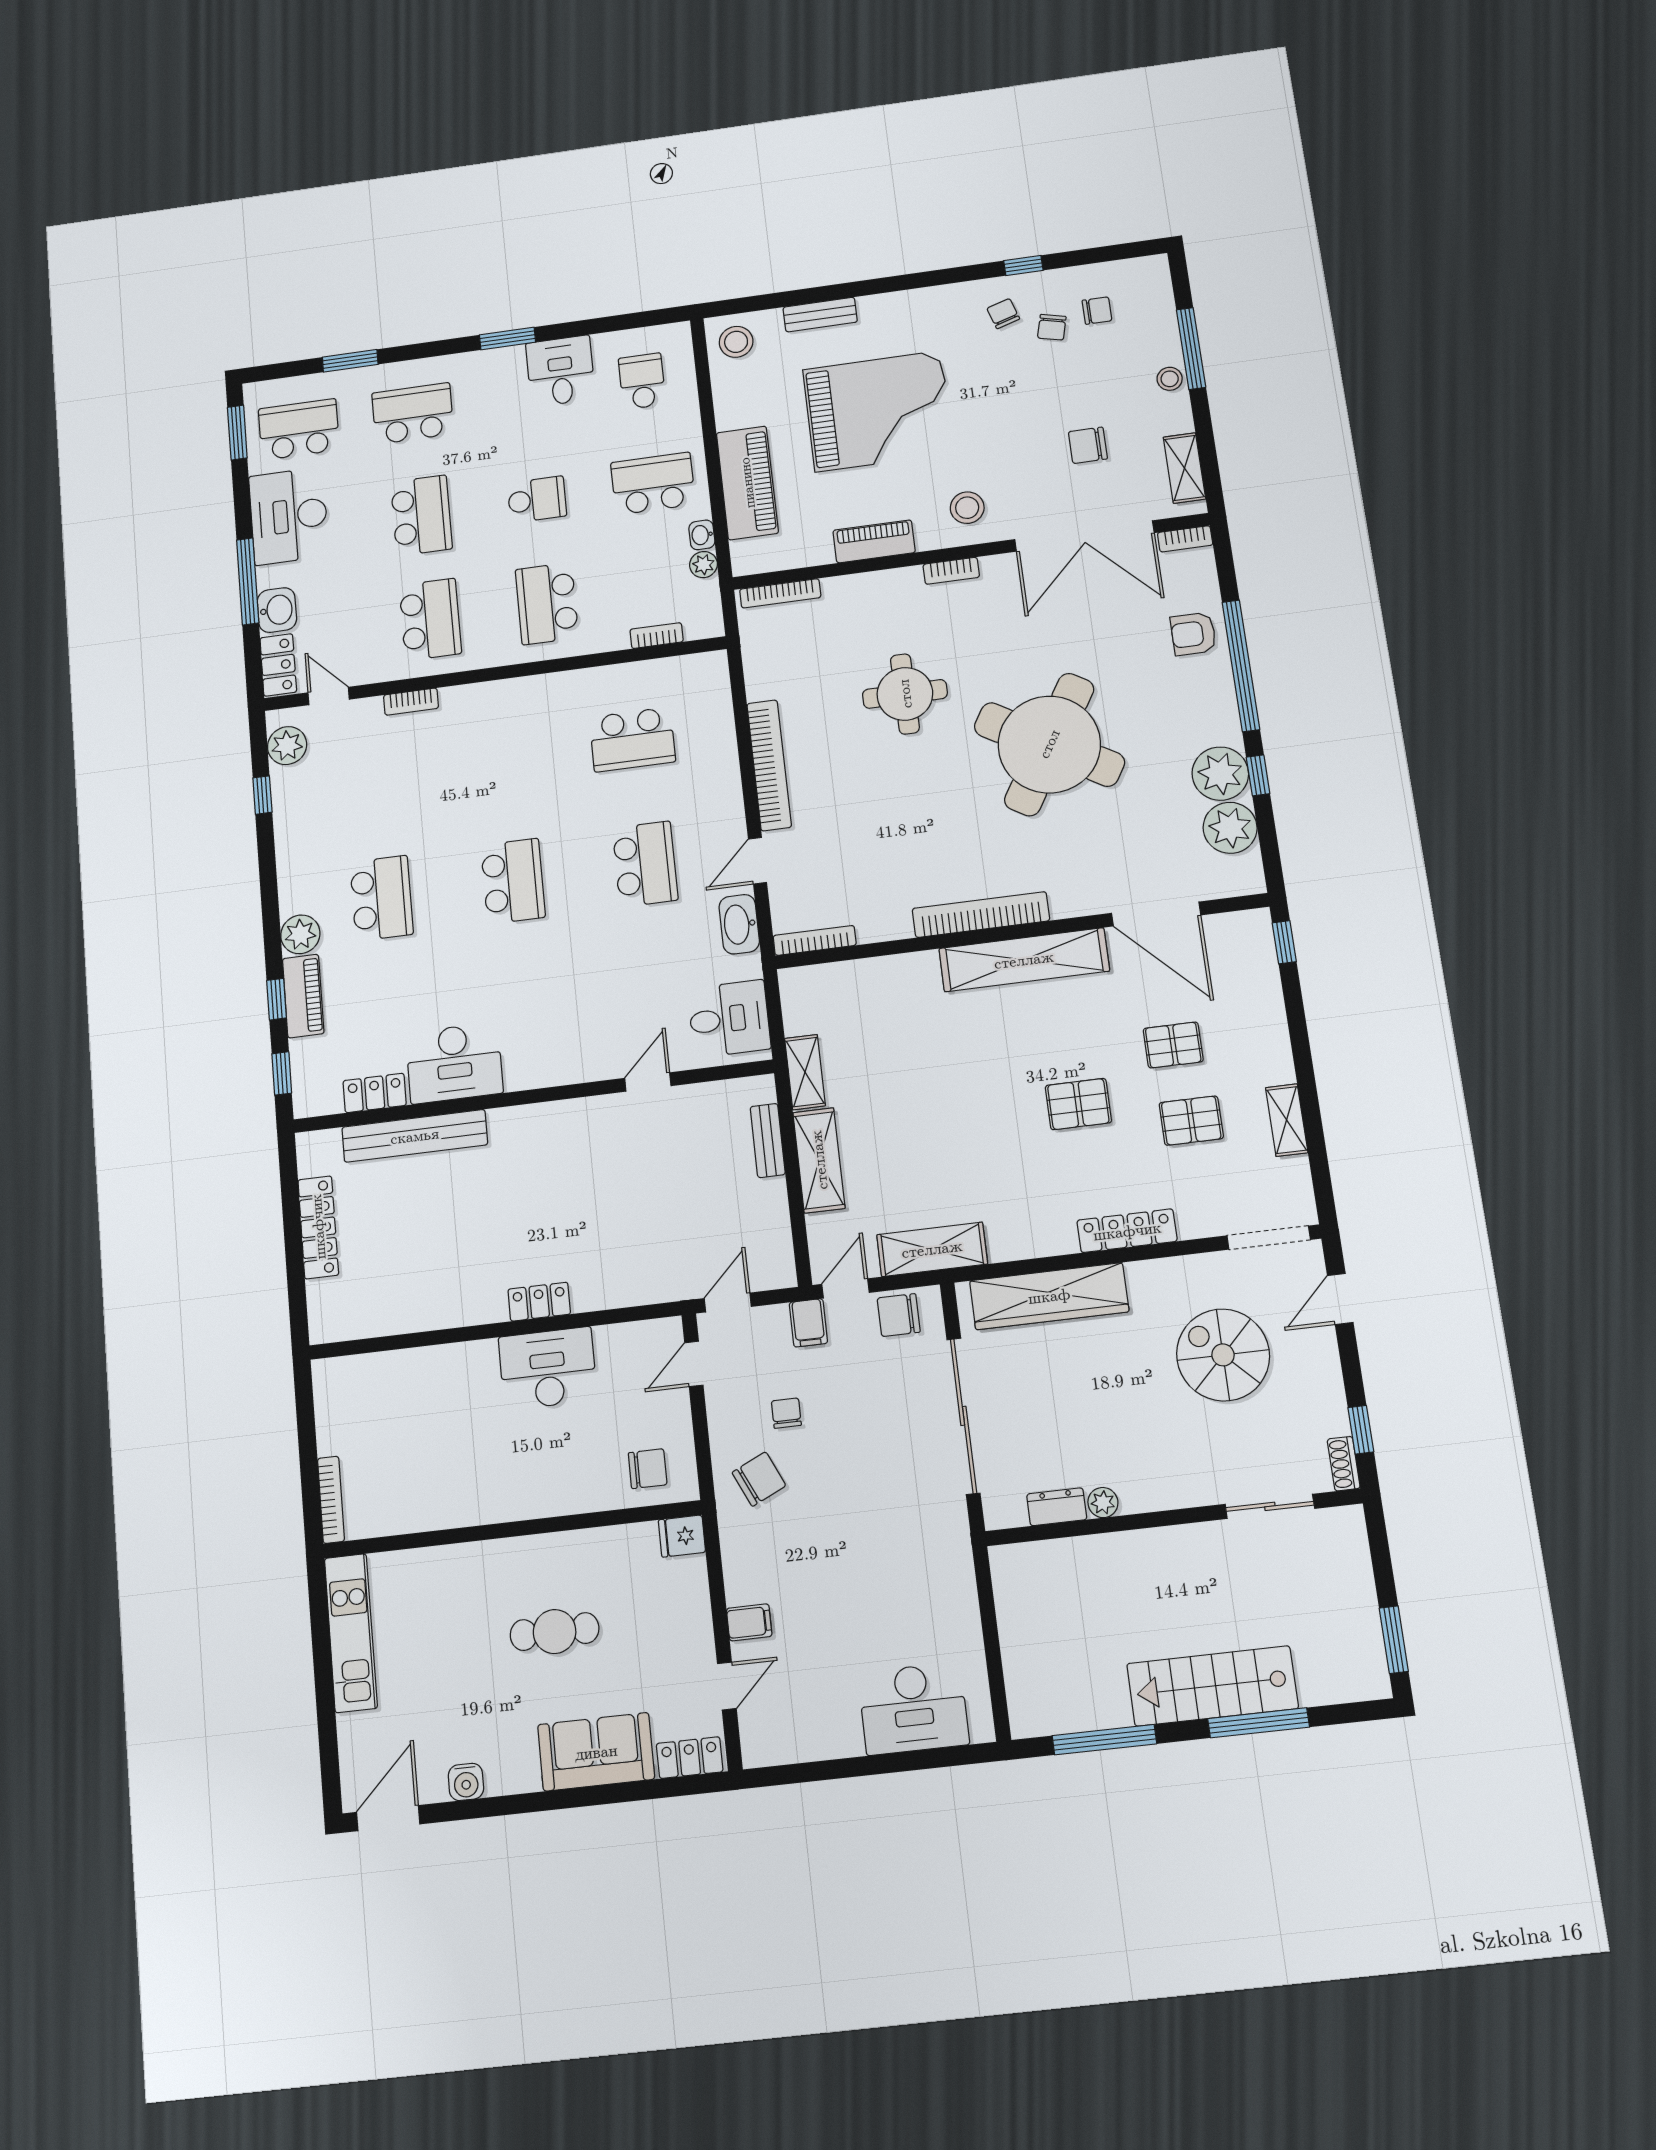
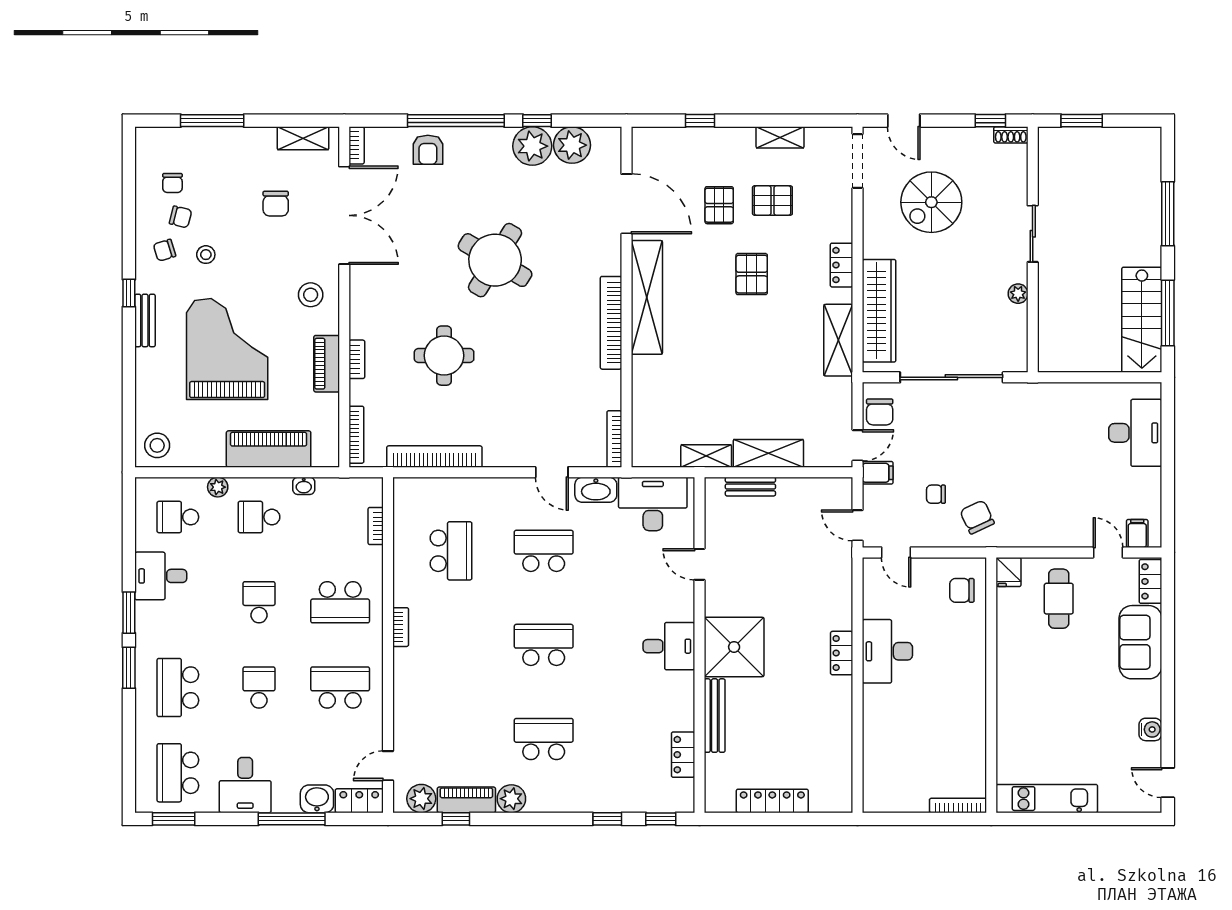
window: (1023, 265) -> (129, 293), moved
chair: (1097, 311) -> (172, 183), turned 180
bench: (820, 315) -> (145, 320), moved
window: (350, 361) -> (129, 668), moved
stool: (1170, 379) -> (206, 255), moved
school desk: (653, 484) -> (259, 517), width x0.54
school desk: (421, 515) -> (259, 688), width x0.54
desk: (289, 516) -> (245, 785), width x0.73
plant: (703, 565) -> (218, 487), moved
bookcase: (951, 571) -> (357, 359), moved
bookcase: (411, 702) -> (401, 627), moved
round table: (1049, 744) -> (495, 260), width x0.73, depth x0.73
bookcase: (769, 765) -> (434, 457), moved
door: (1156, 914) -> (626, 204), hinge flipped
plant: (300, 934) -> (511, 799), moved
window: (1284, 942) -> (700, 121), moved
piano: (303, 996) -> (466, 800), moved
desk: (729, 1019) -> (653, 504), width x1.37
desk: (454, 1063) -> (669, 646), moved, width x0.73
pallet: (1191, 1121) -> (772, 201), turned 90
bench: (415, 1136) -> (715, 716), width x0.73, depth x0.82
shower: (534, 1146) -> (734, 647), added
locker: (1127, 1231) -> (842, 265), width x0.66
shelving: (932, 1249) -> (838, 340), moved
door: (845, 1288) -> (858, 445), swing flipped
chair: (648, 1469) -> (962, 590), turned -90
sliding door: (1270, 1506) -> (1033, 234), moved
dresser: (1057, 1507) -> (1017, 324), removed
filing cabinet: (749, 1622) -> (1137, 533), moved
cafe table: (555, 1632) -> (1059, 599), moved
window: (1394, 1640) -> (1082, 121), moved
stairs: (1212, 1686) -> (1142, 320), moved
door: (388, 1818) -> (1168, 783), width x0.73

